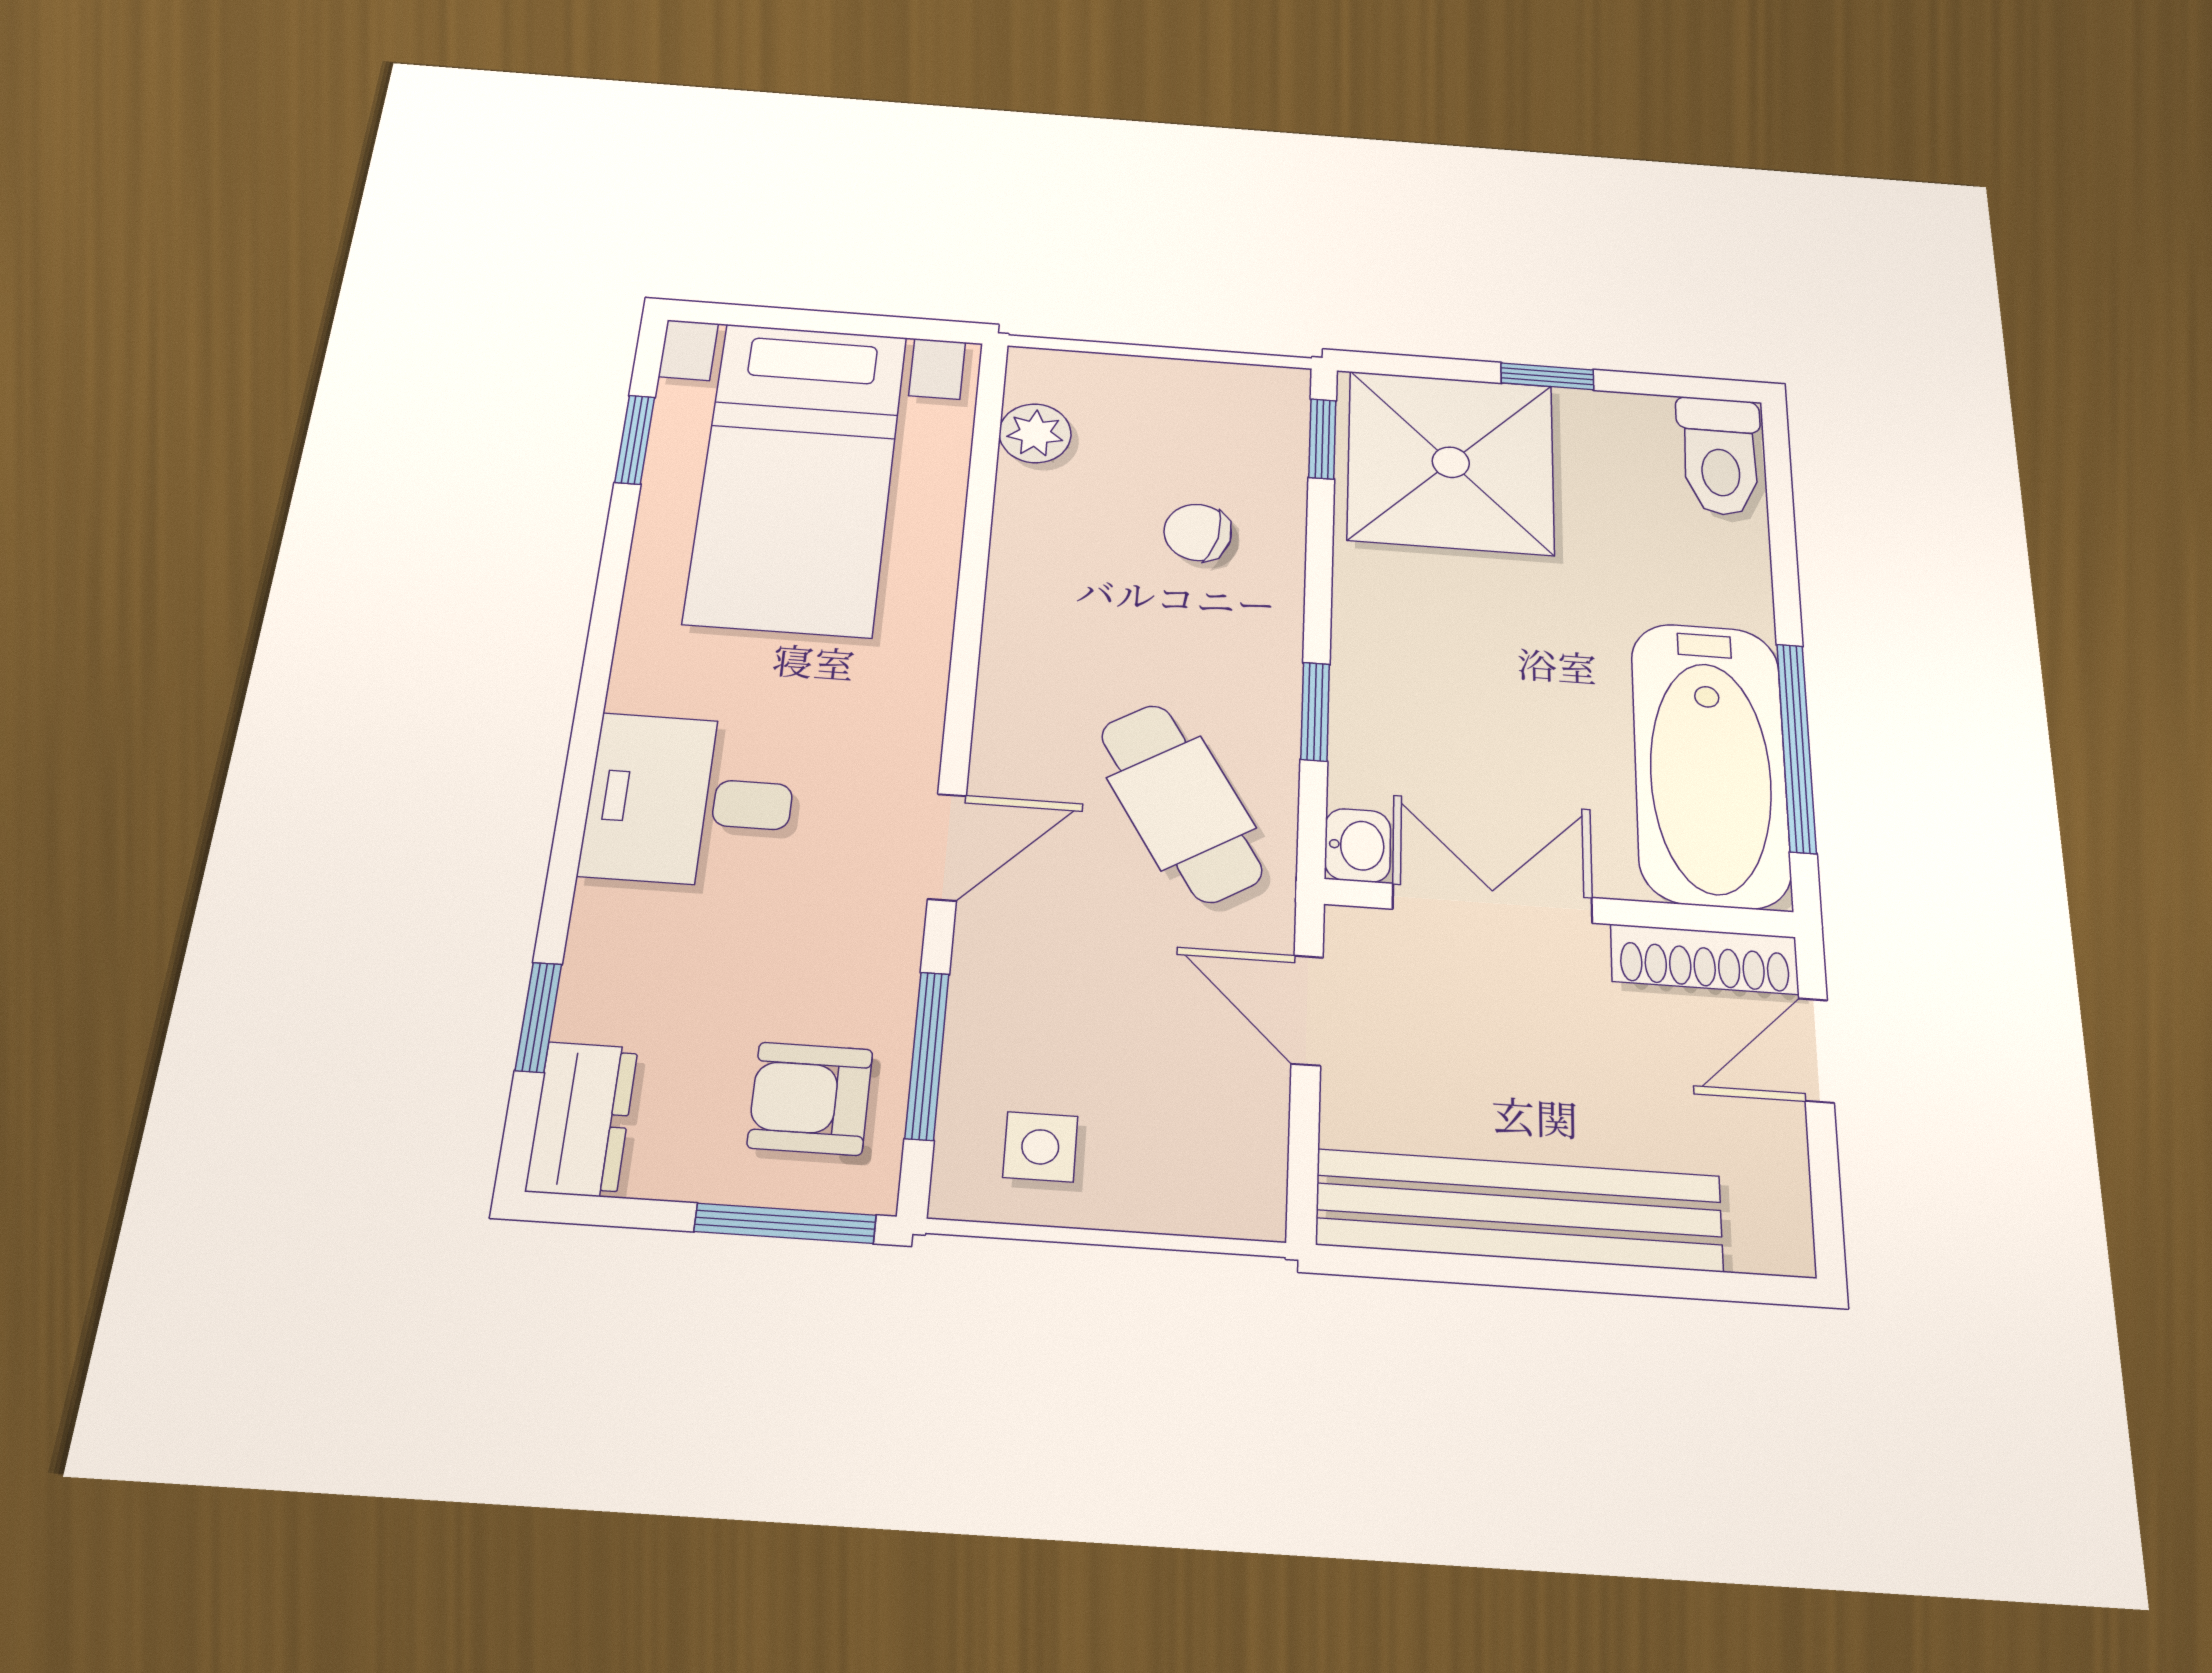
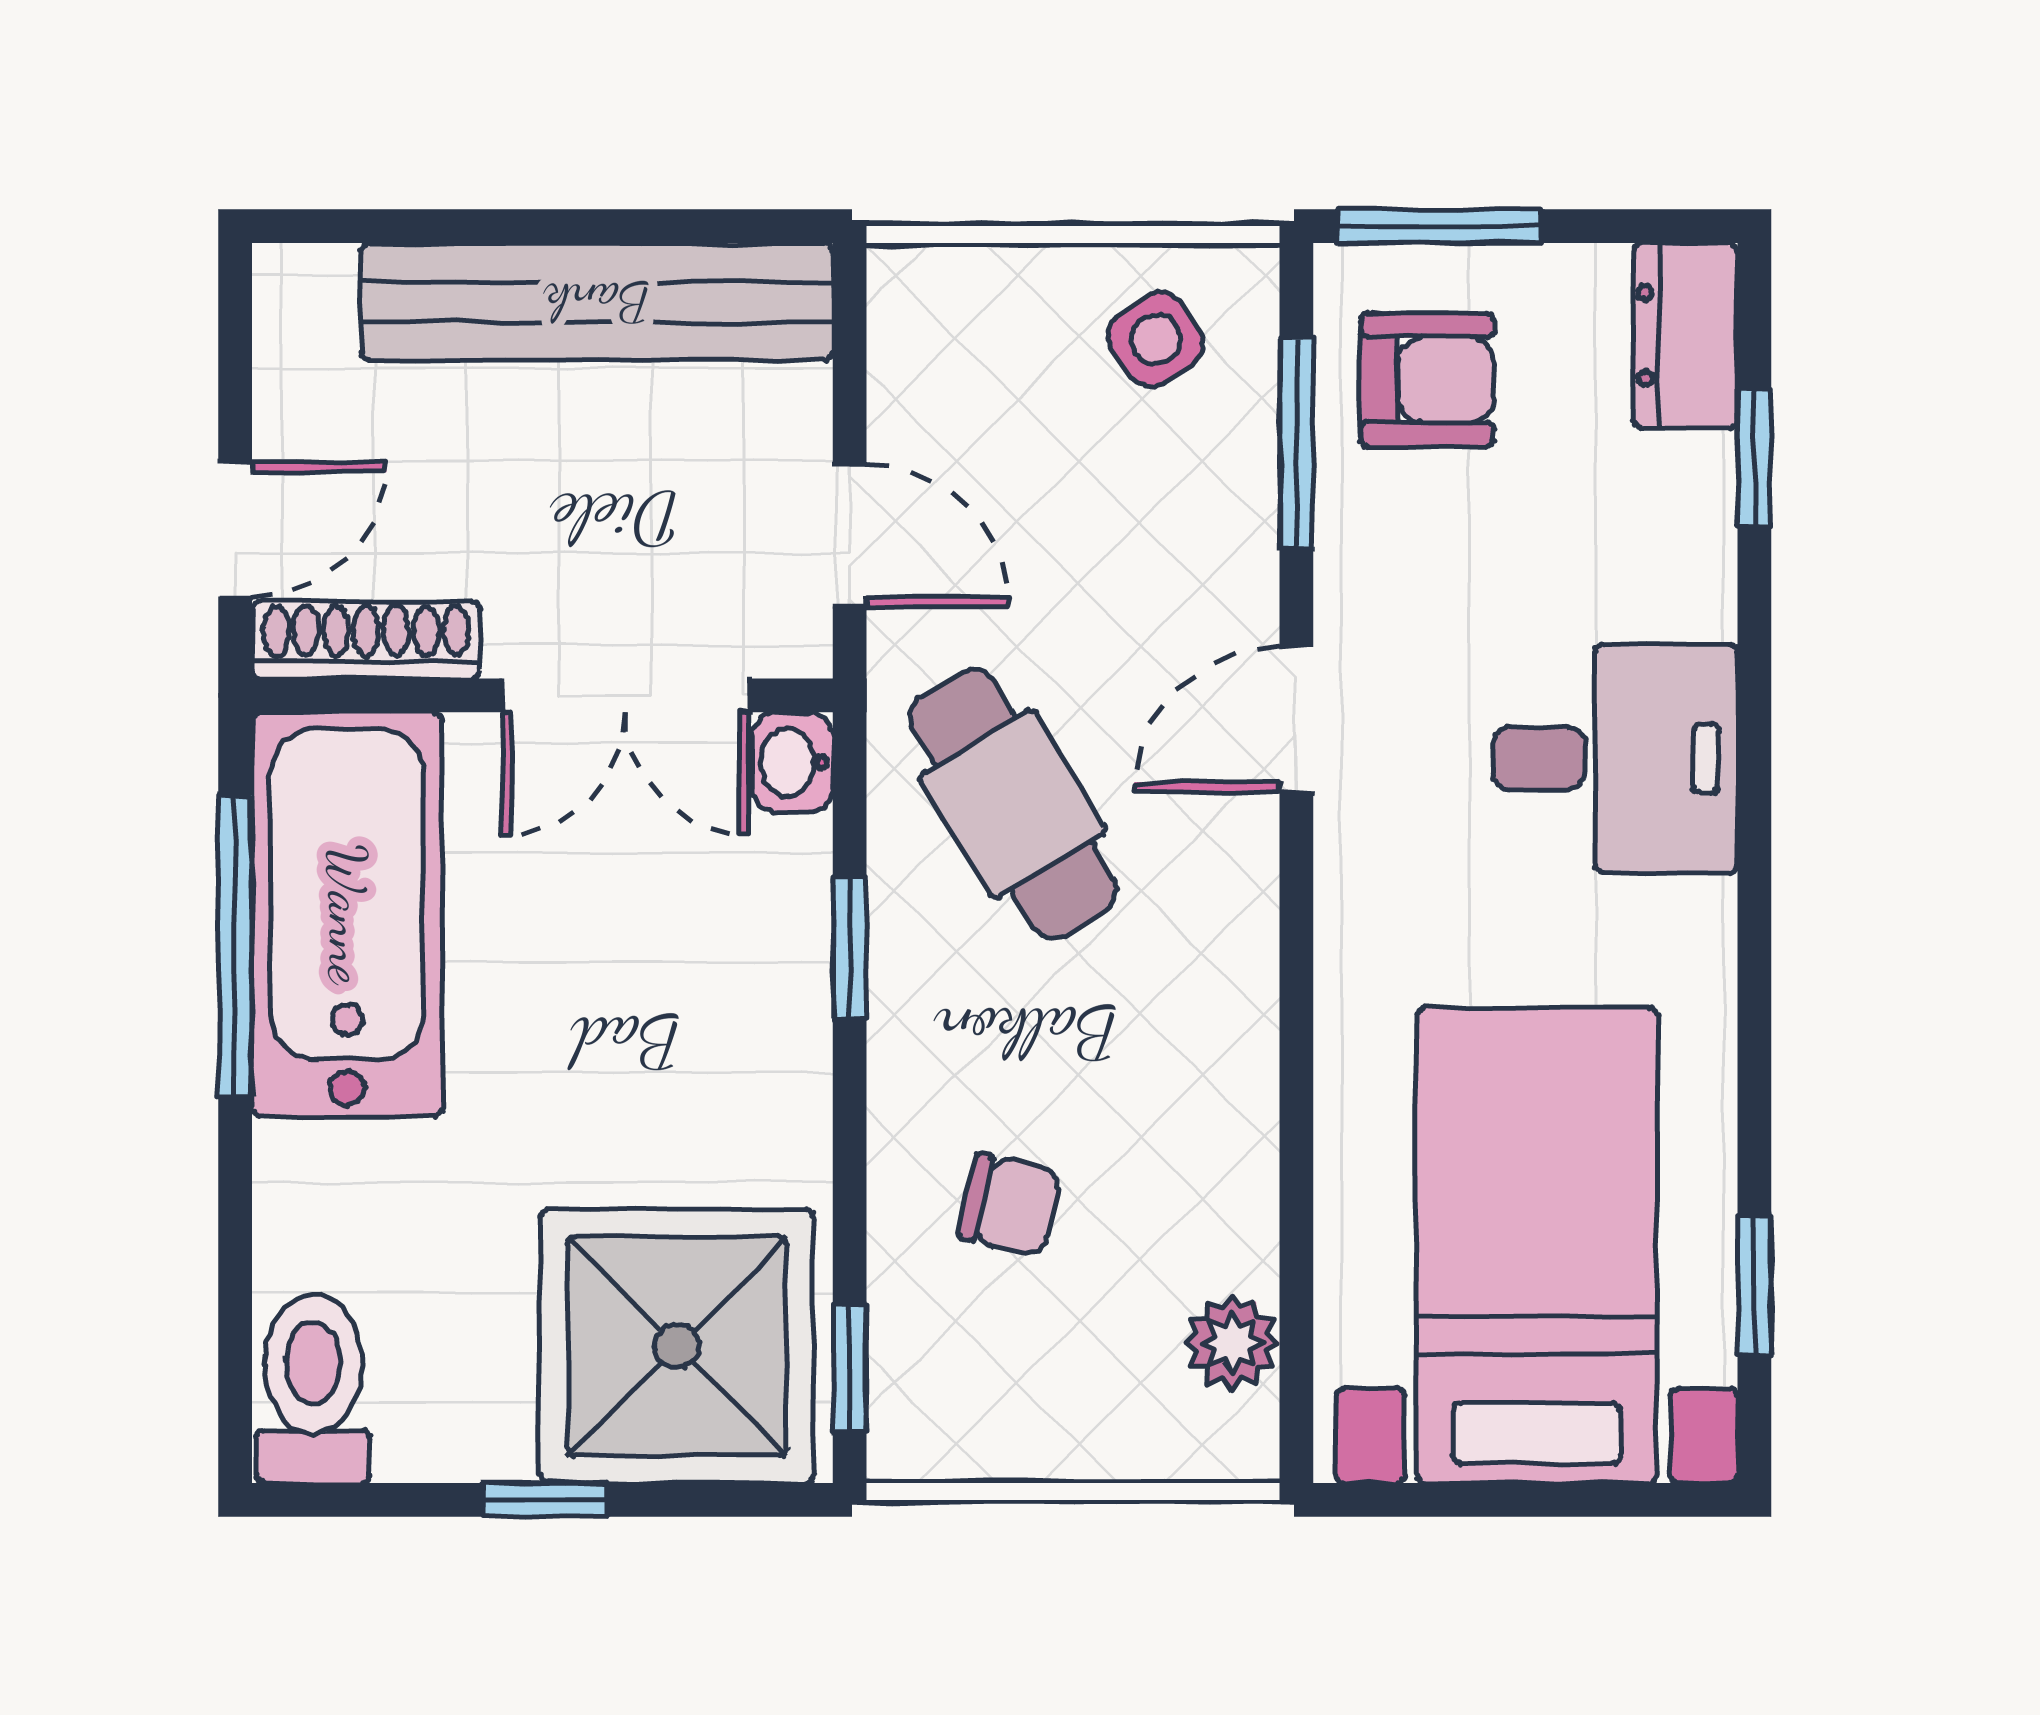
side table: (1040, 1147) -> (1156, 339), turned -34

